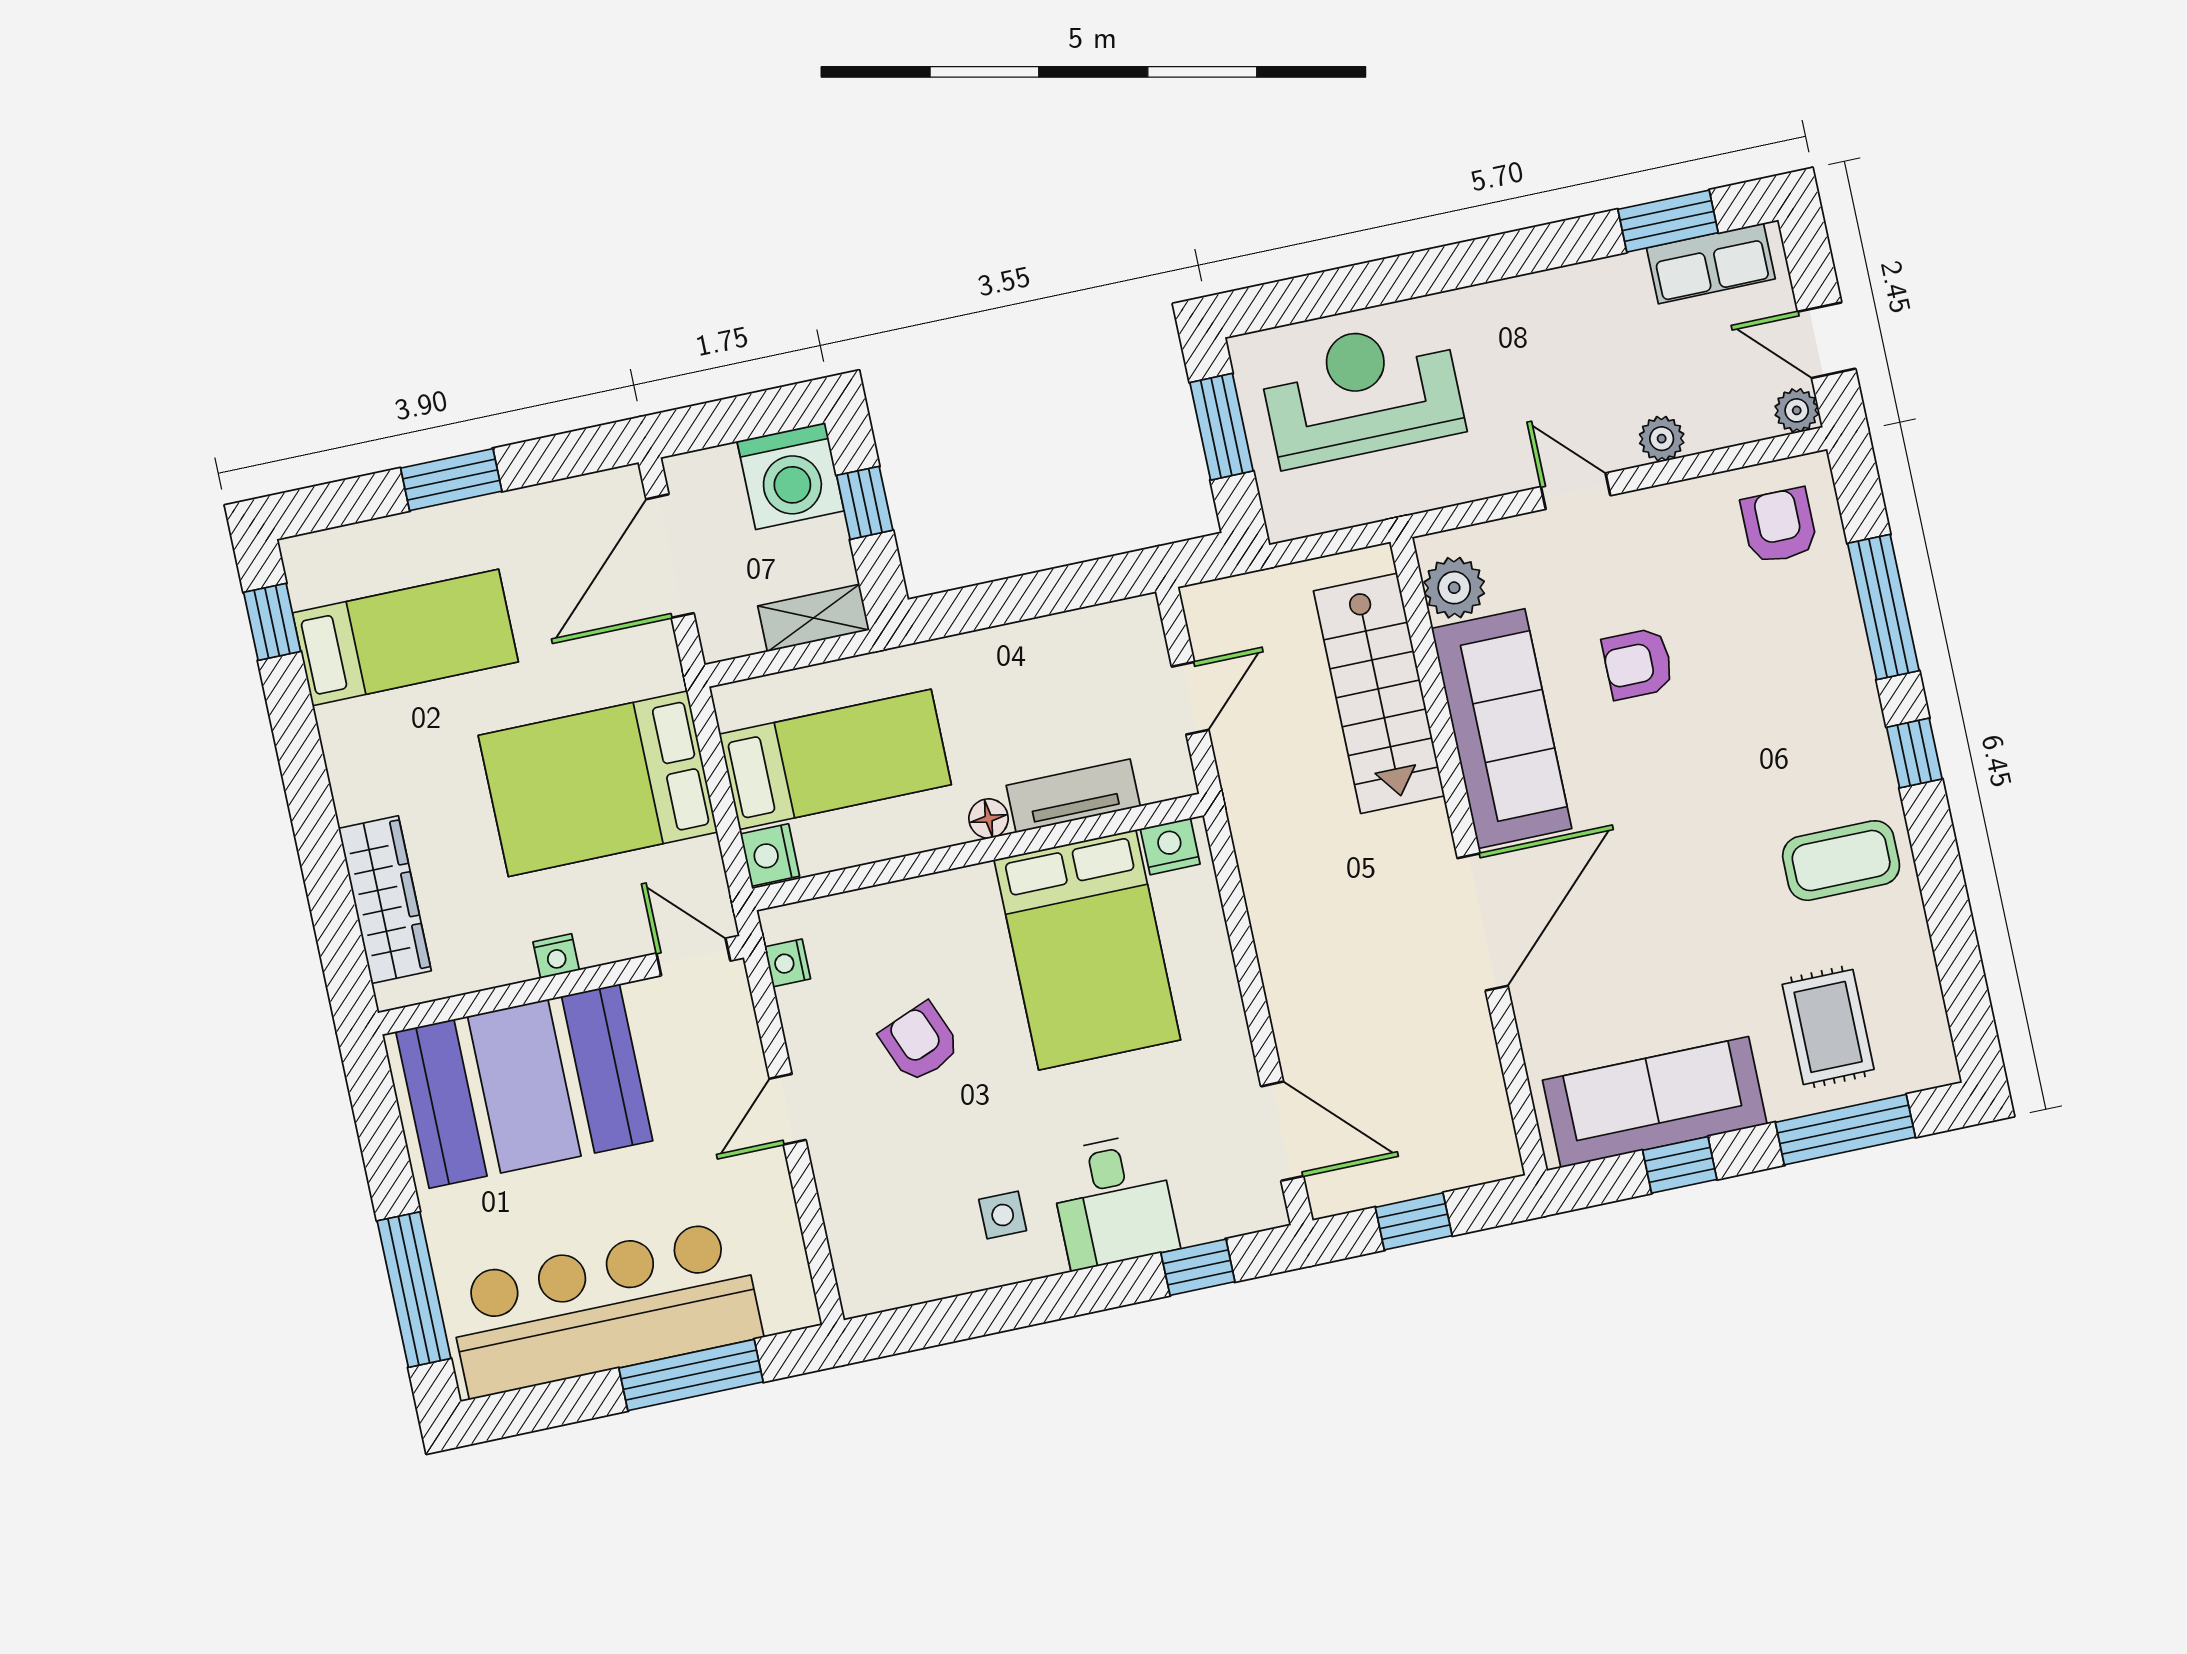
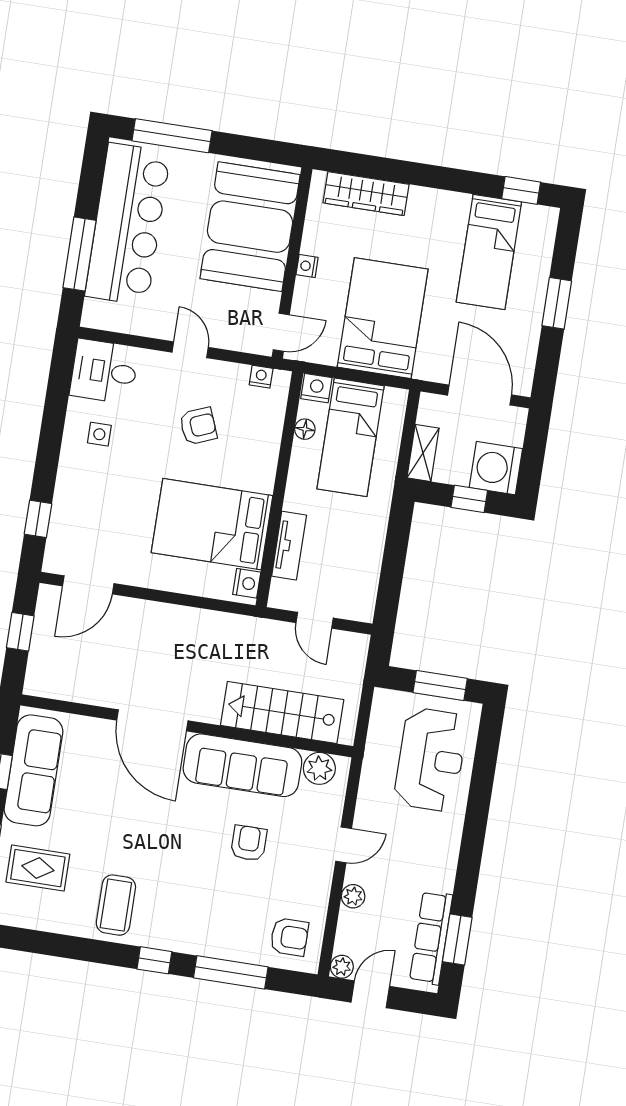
row of seats: (1711, 263) -> (431, 938), width x1.48
floor lamp: (989, 819) -> (305, 429), moved
desk: (1114, 1201) -> (104, 371), moved

